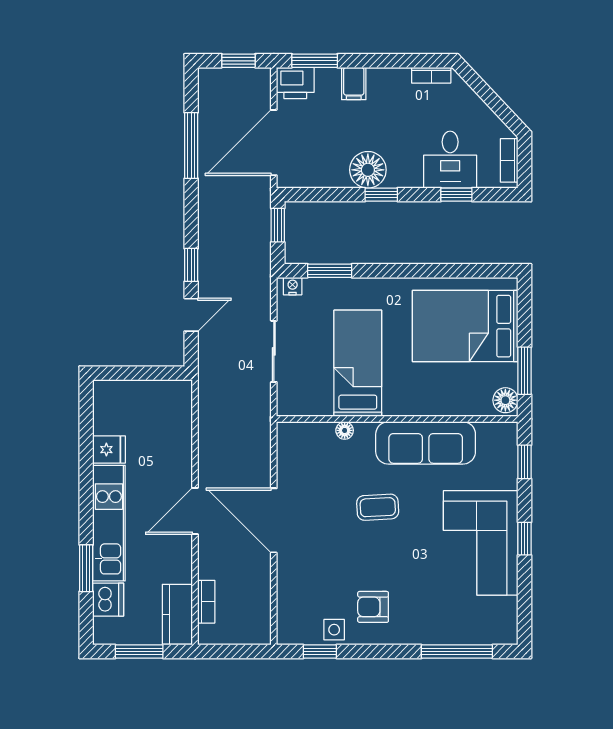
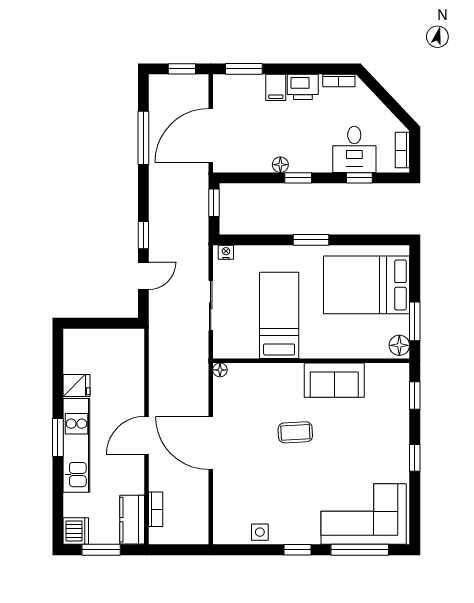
printer: (295, 83) -> (303, 87), moved
floor lamp: (368, 170) -> (280, 165), width x0.53, depth x0.53
window: (330, 271) -> (311, 240), moved
floor lamp: (345, 430) -> (220, 370), moved
sofa: (426, 443) -> (334, 380), width x0.73
corner sofa: (481, 543) -> (364, 514), moved, turned 90
window: (86, 568) -> (58, 438), moved
dishwasher: (108, 600) -> (76, 531), moved
armchair: (373, 607) -> (292, 514), removed
window: (320, 651) -> (298, 550), moved

